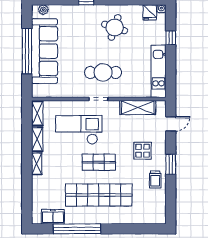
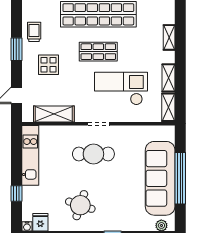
checkout: (79, 130) -> (121, 89), turned 180
shelving: (37, 164) -> (169, 37), moved

